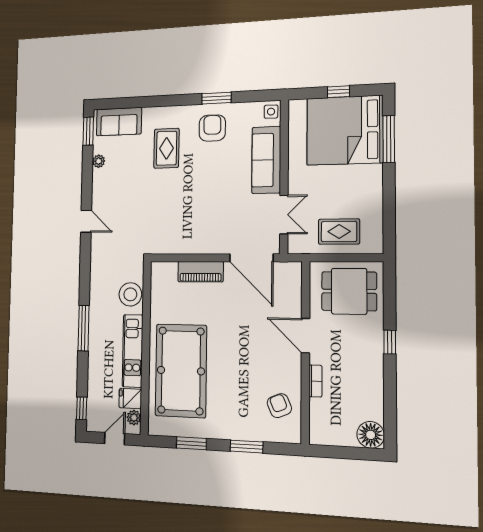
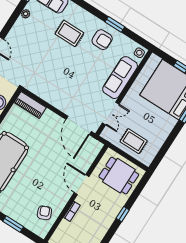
armchair: (212, 128) -> (102, 40), turned 90
rug: (166, 148) -> (69, 33), turned 90
piano: (201, 272) -> (30, 105), moved

